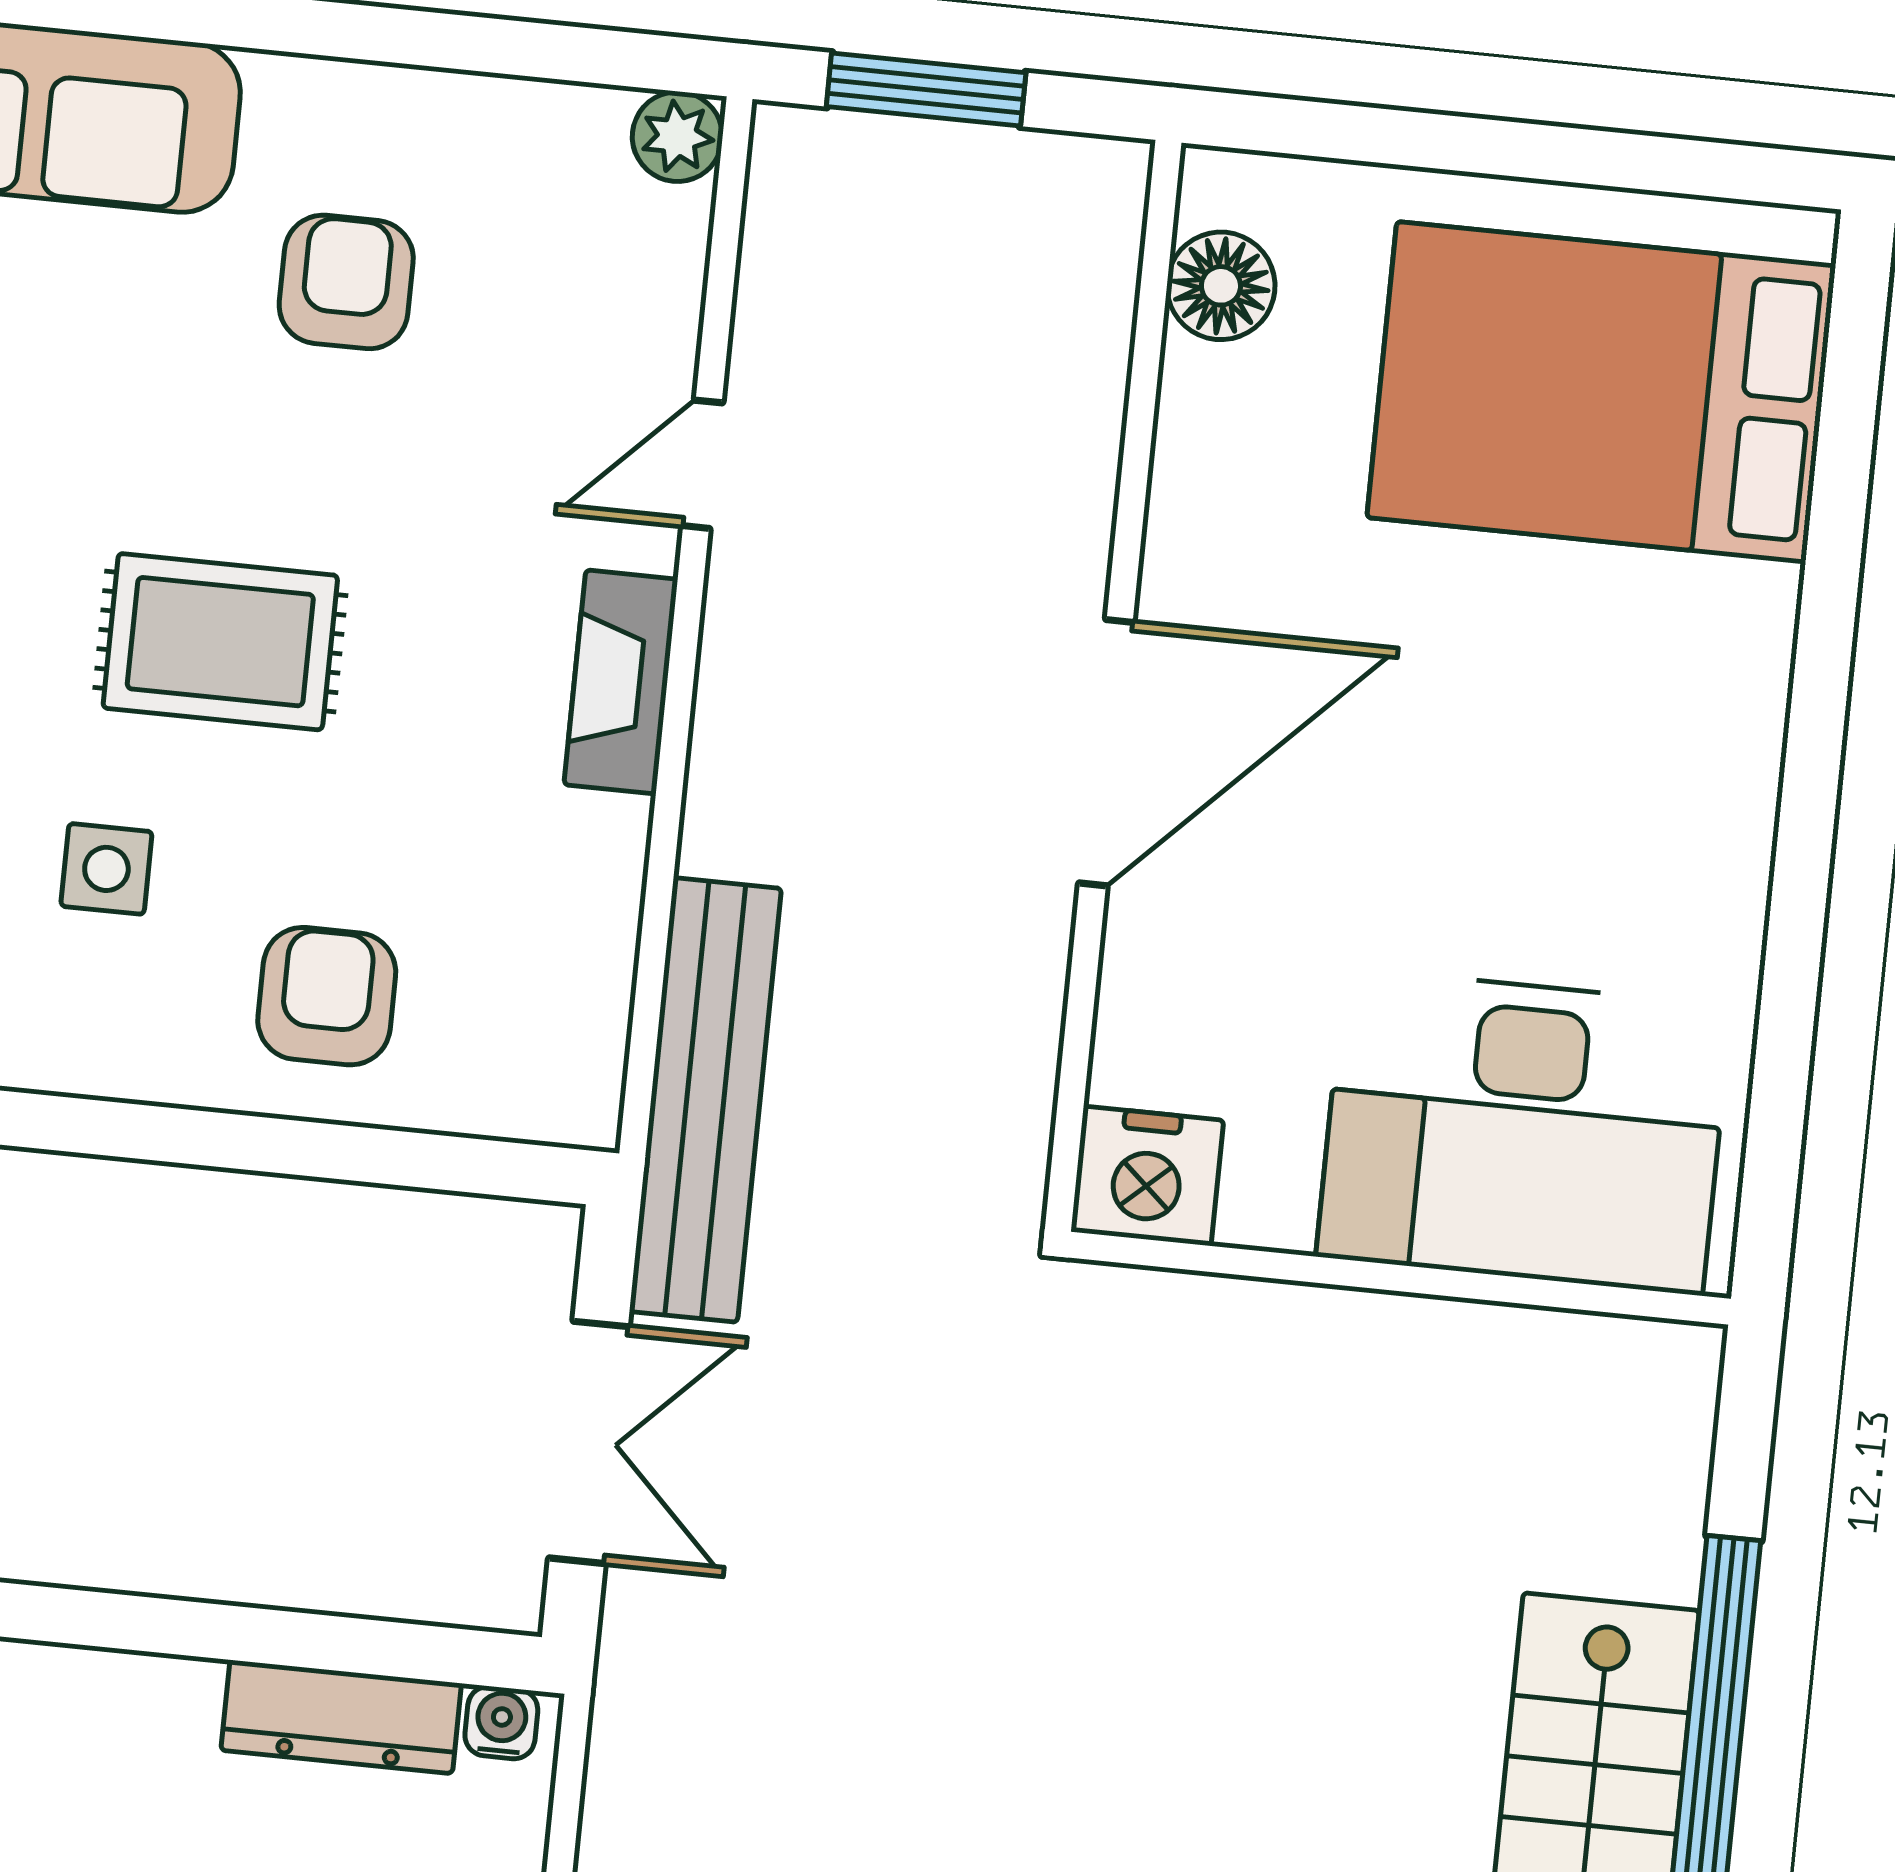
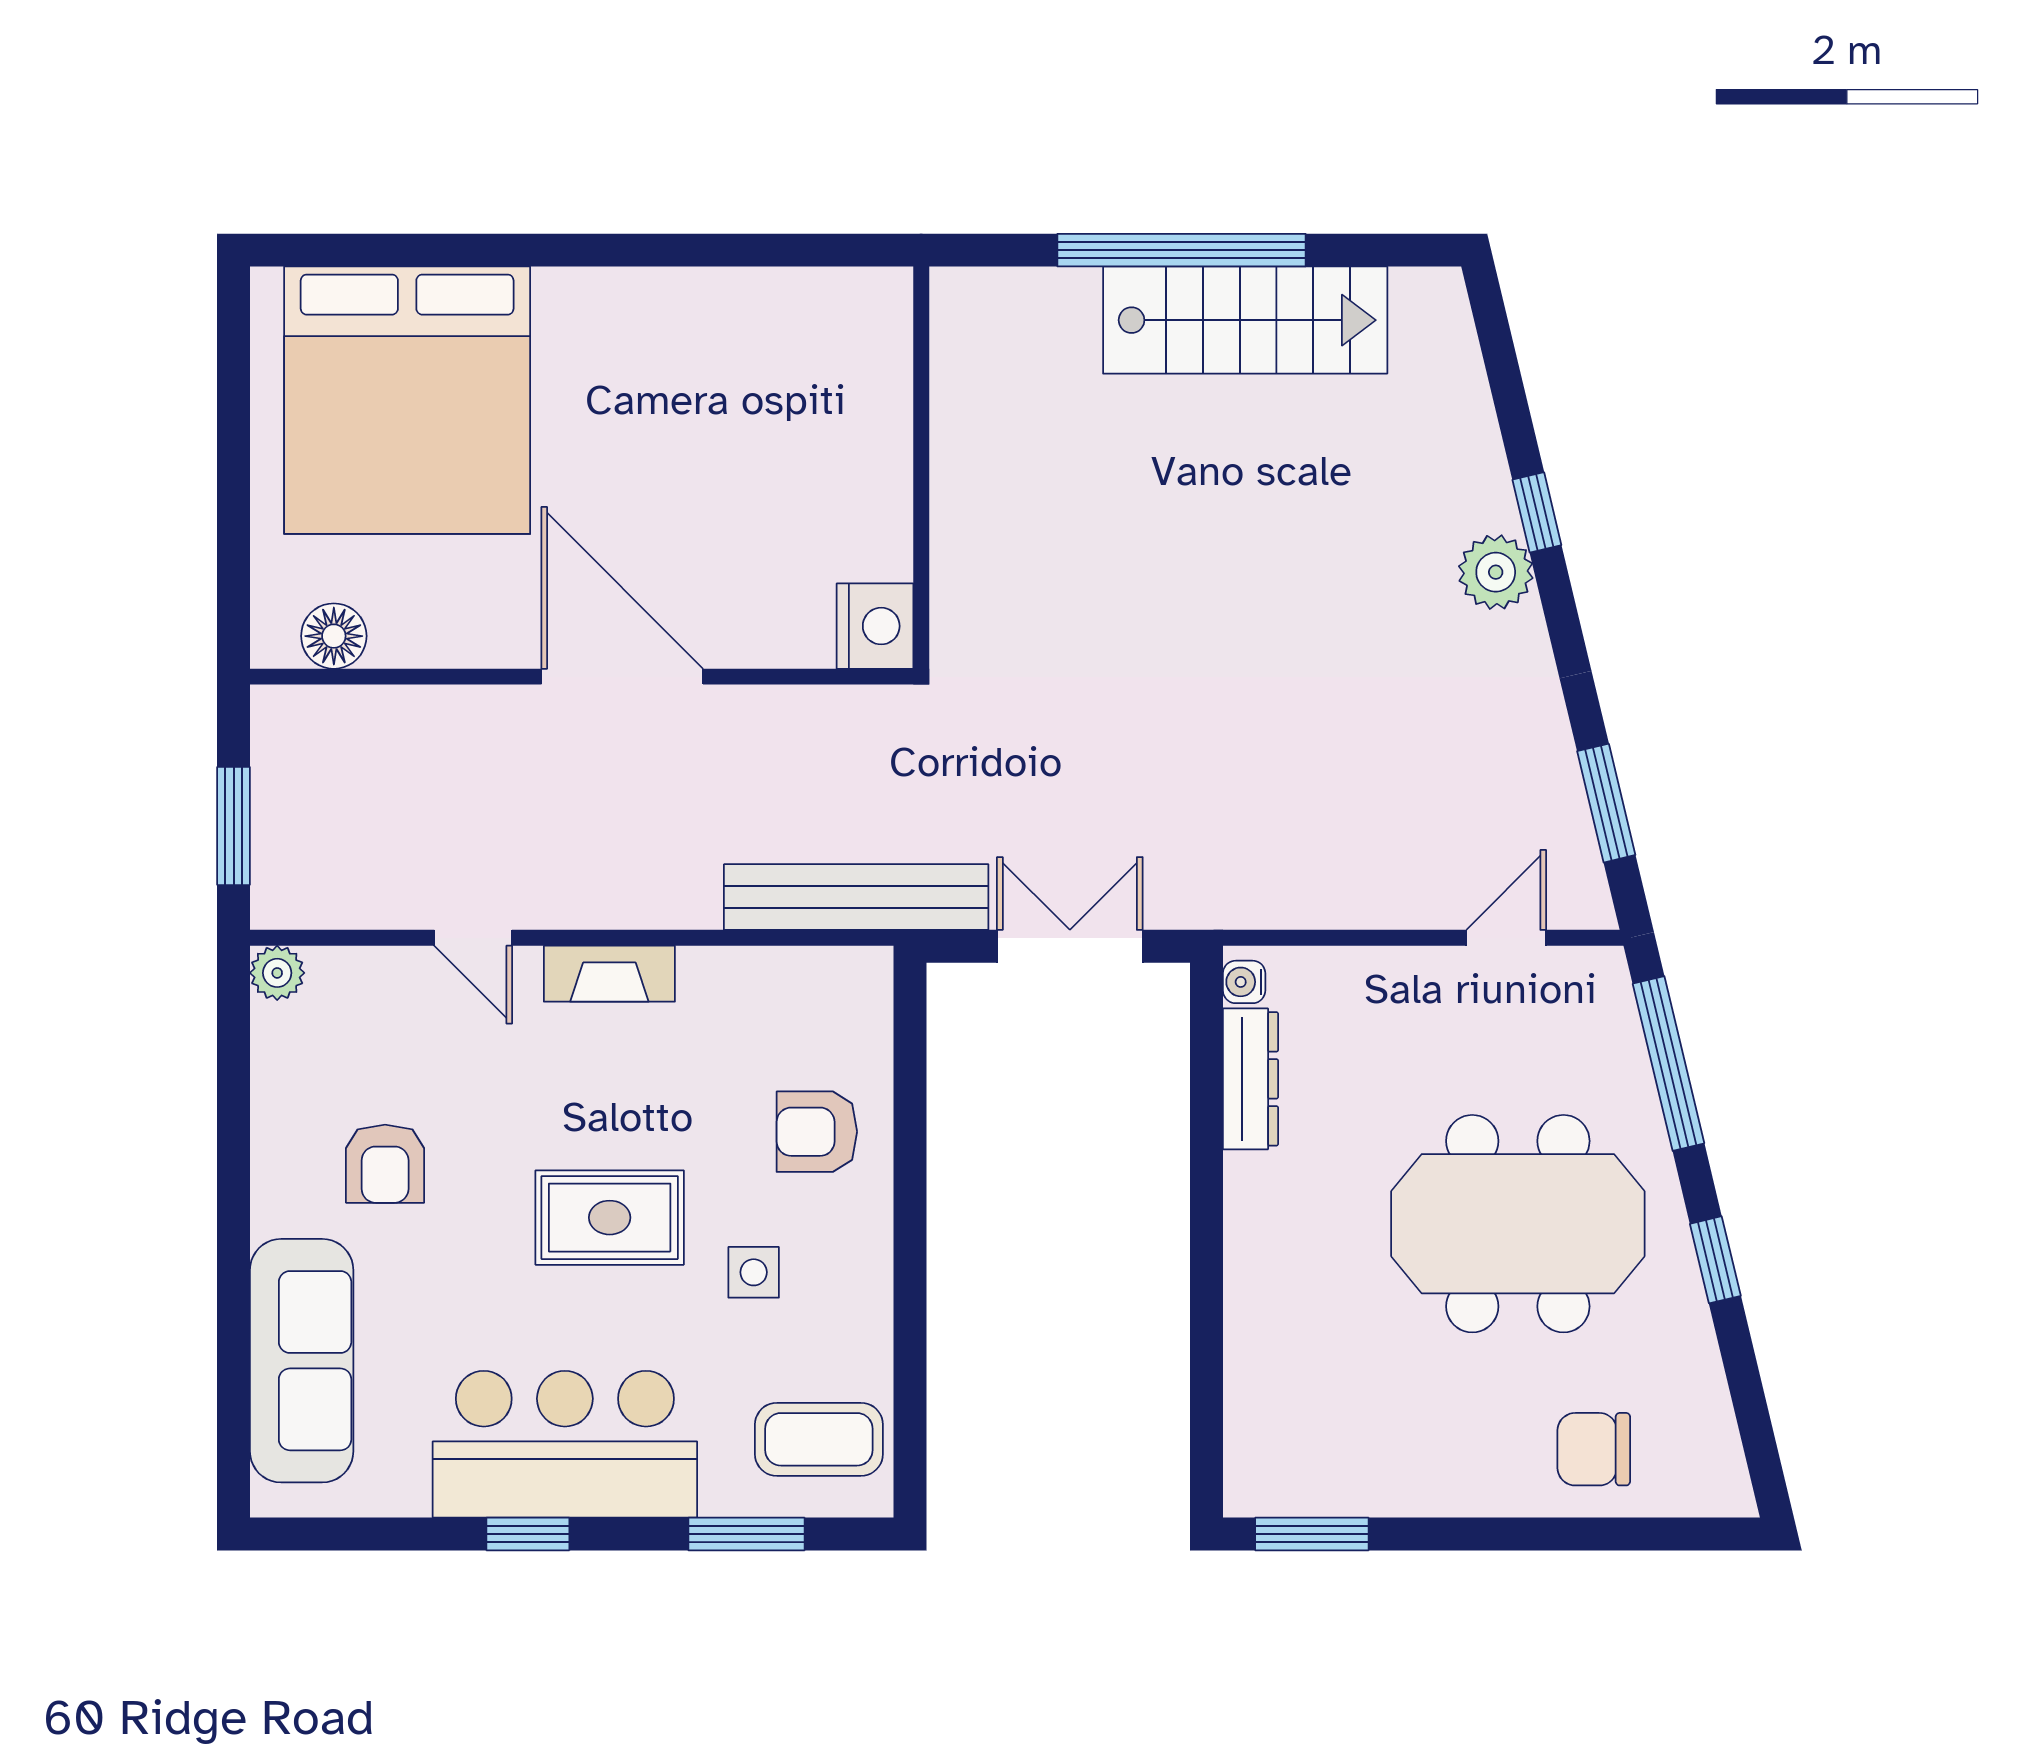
armchair: (346, 282) -> (385, 1164), turned -90
bed: (1601, 392) -> (407, 400), width x1.36
rug: (220, 642) -> (610, 1218), turned 90
desk: (1524, 1131) -> (825, 402), removed

